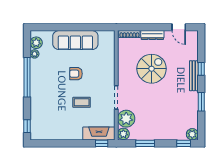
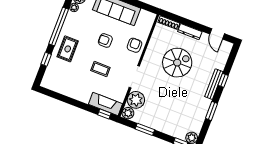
armchair: (105, 68) -> (134, 45), added
rug: (44, 95) -> (68, 49), added
window: (27, 126) -> (46, 59), moved

